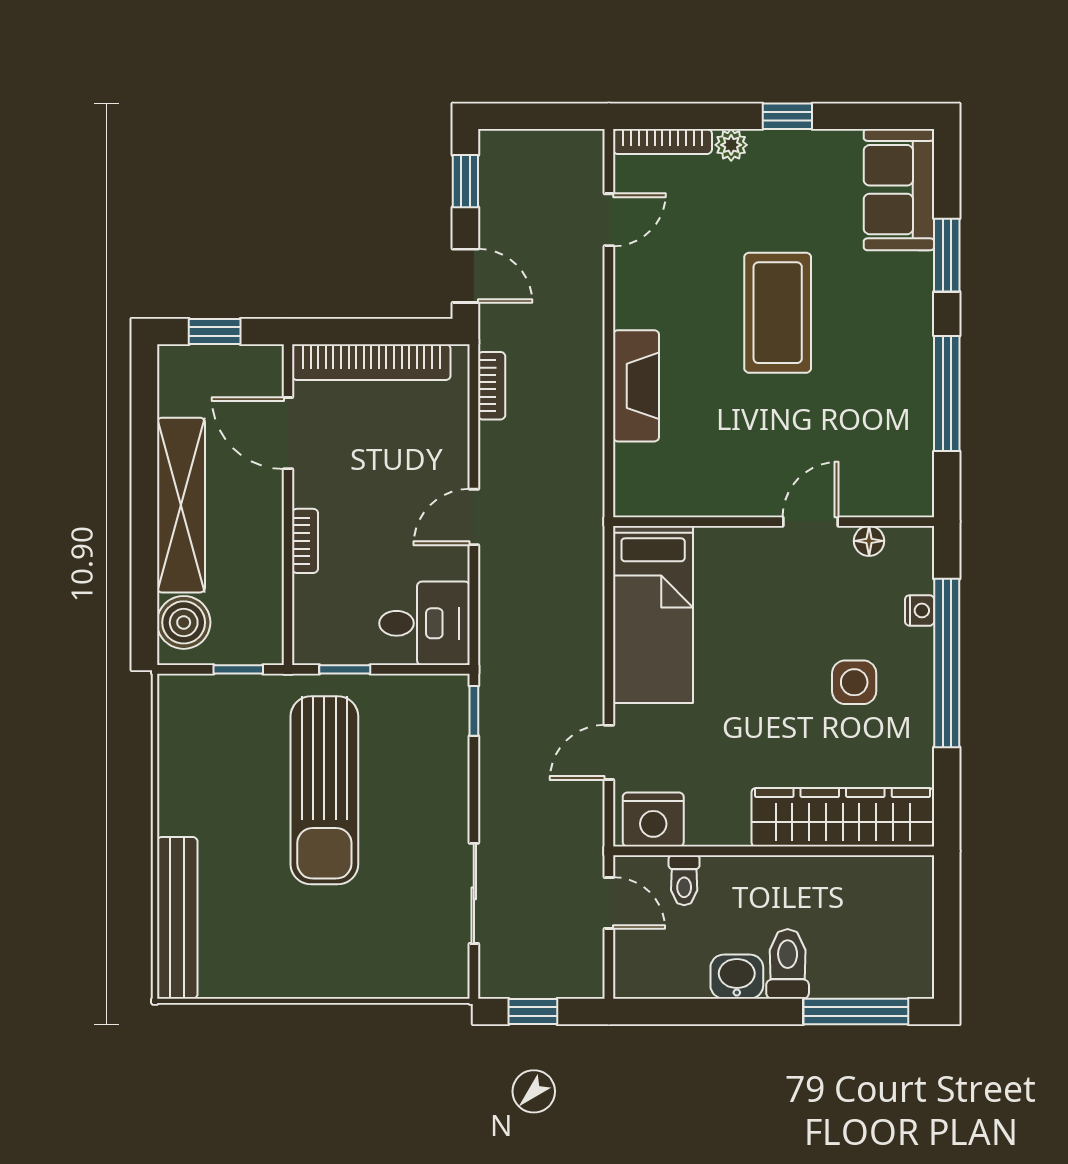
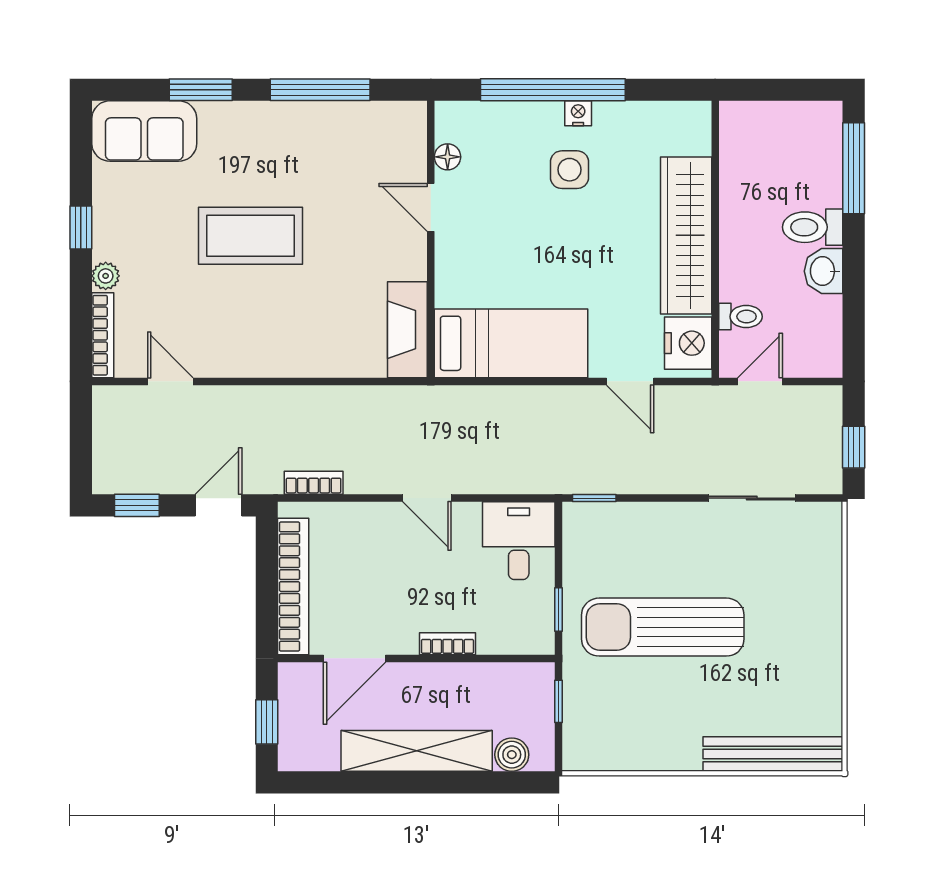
fireplace: (636, 386) -> (407, 330), moved, turned -90
nightstand: (920, 610) -> (578, 113), moved
boiler: (184, 622) -> (512, 755), width x0.73, depth x0.73
sun lounger: (324, 790) -> (663, 627), turned 180
wardrobe: (843, 817) -> (686, 235), moved

